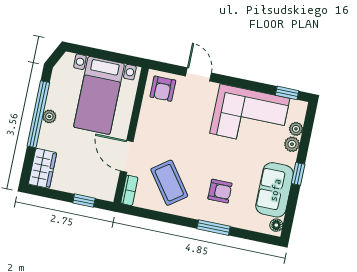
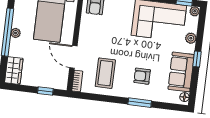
plant: (296, 129) -> (195, 11), moved
coffee table: (169, 183) -> (105, 73), turned 36
armchair: (220, 191) -> (142, 76), turned 180

